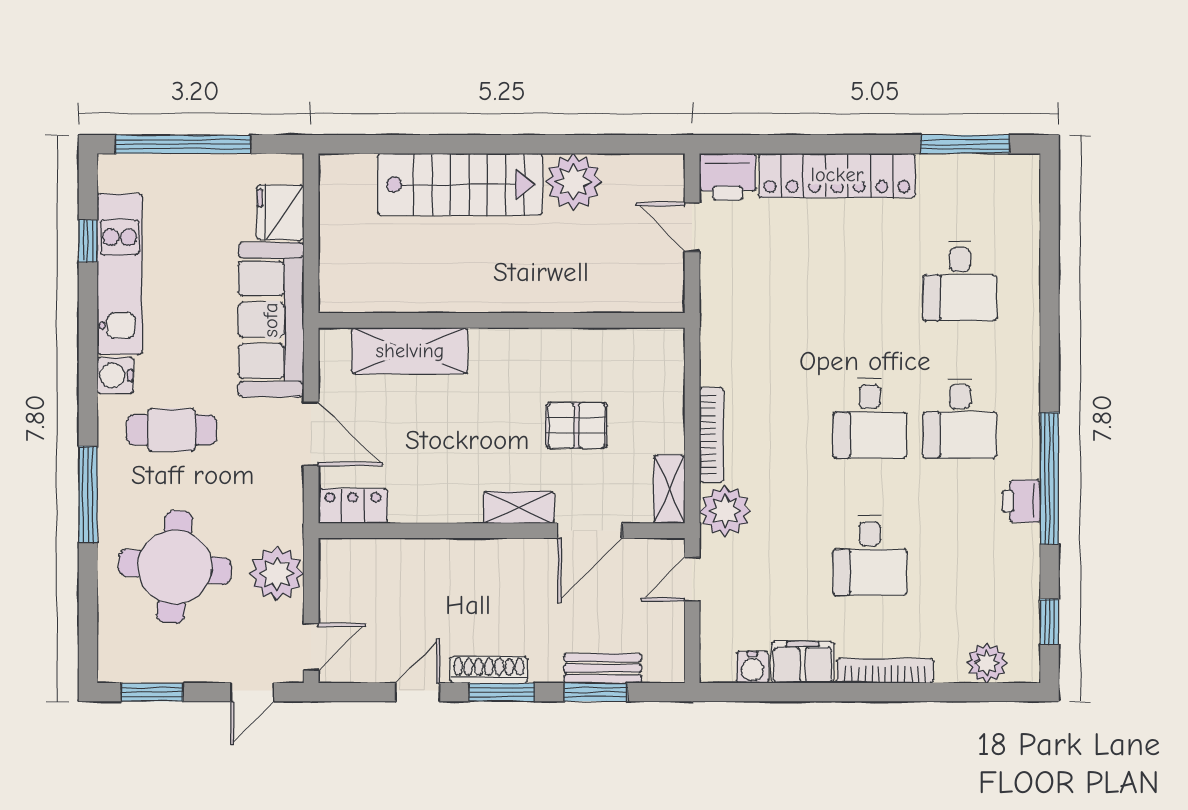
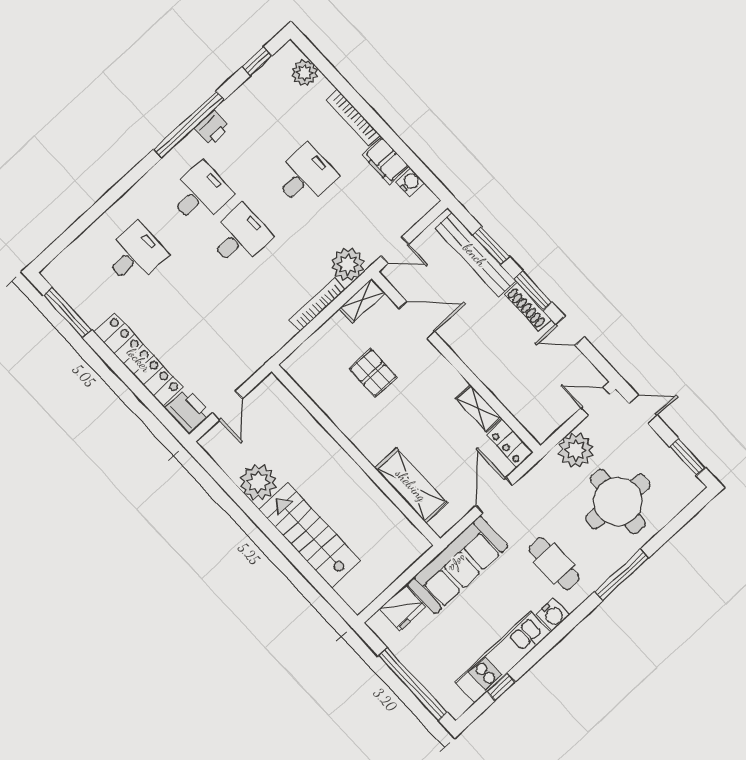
shelving: (519, 507) -> (478, 408), moved
bench: (603, 668) -> (475, 255), width x1.86, depth x1.21

